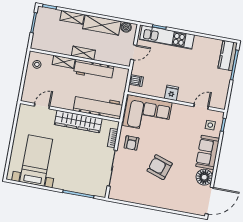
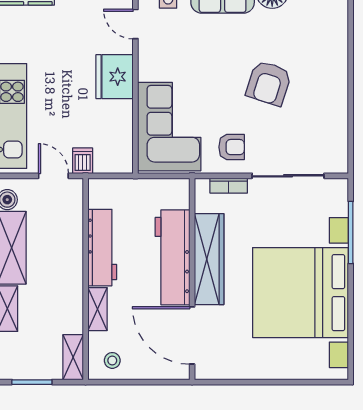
shelving: (83, 53) -> (73, 357), moved
dishwasher: (136, 81) -> (83, 161), moved
fridge: (172, 93) -> (115, 77), width x1.88, depth x1.34
door: (42, 106) -> (192, 335), width x1.88
workbench: (98, 107) -> (173, 257), moved
bed with nightstands: (36, 161) -> (301, 293), width x1.85

